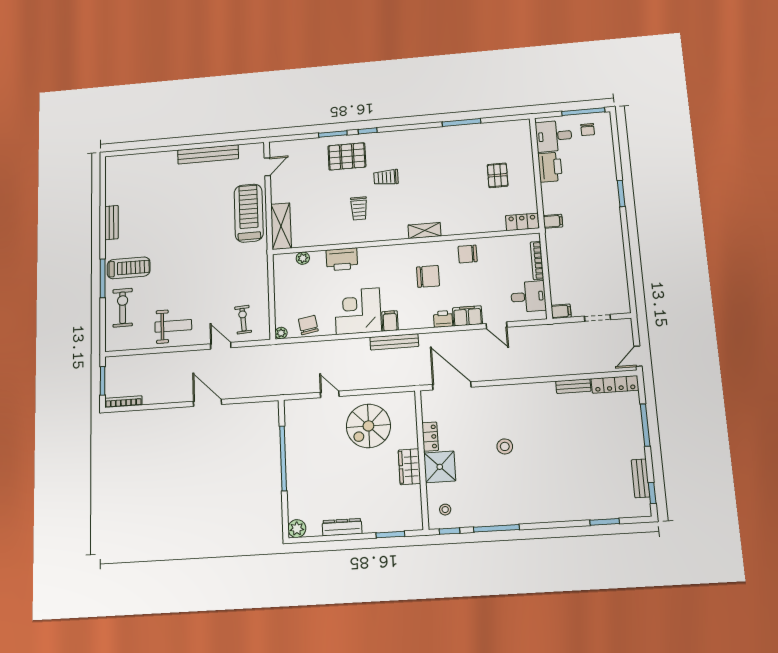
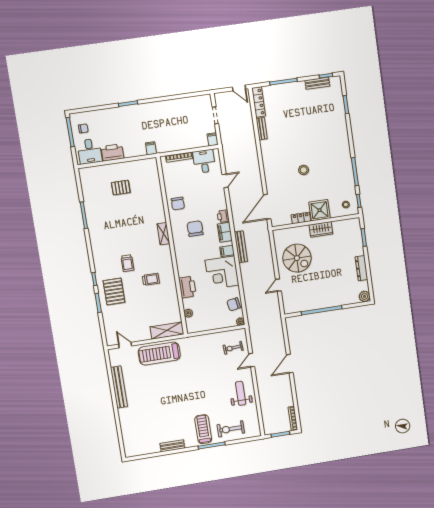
locker: (522, 222) -> (153, 169), removed
filing cabinet: (468, 316) -> (225, 232), moved

